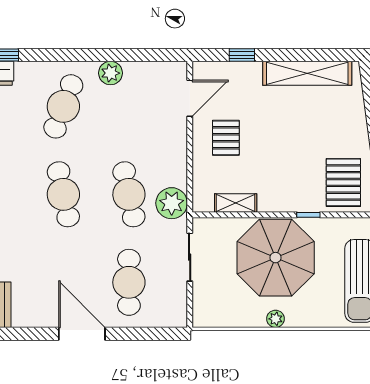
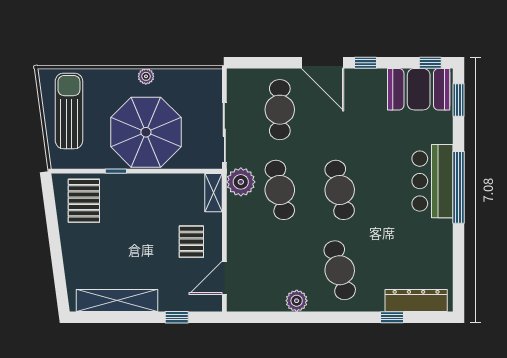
cafe table: (63, 106) -> (340, 270), turned -36
shelving: (236, 203) -> (213, 193), moved, turned 90
sliding door: (190, 257) -> (224, 133), width x1.37
window: (35, 334) -> (366, 63), added

